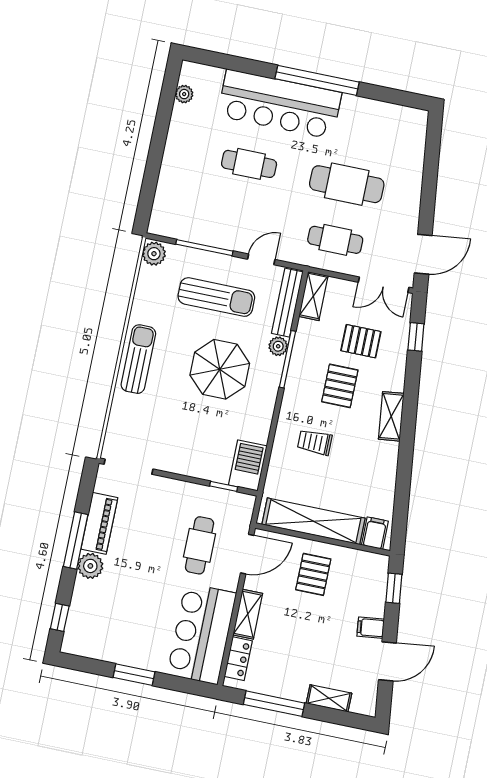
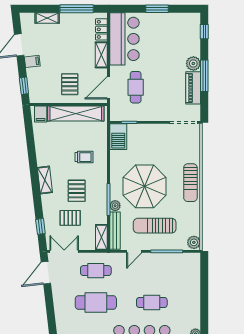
parasol: (220, 369) -> (145, 186), width x1.36, depth x1.36

